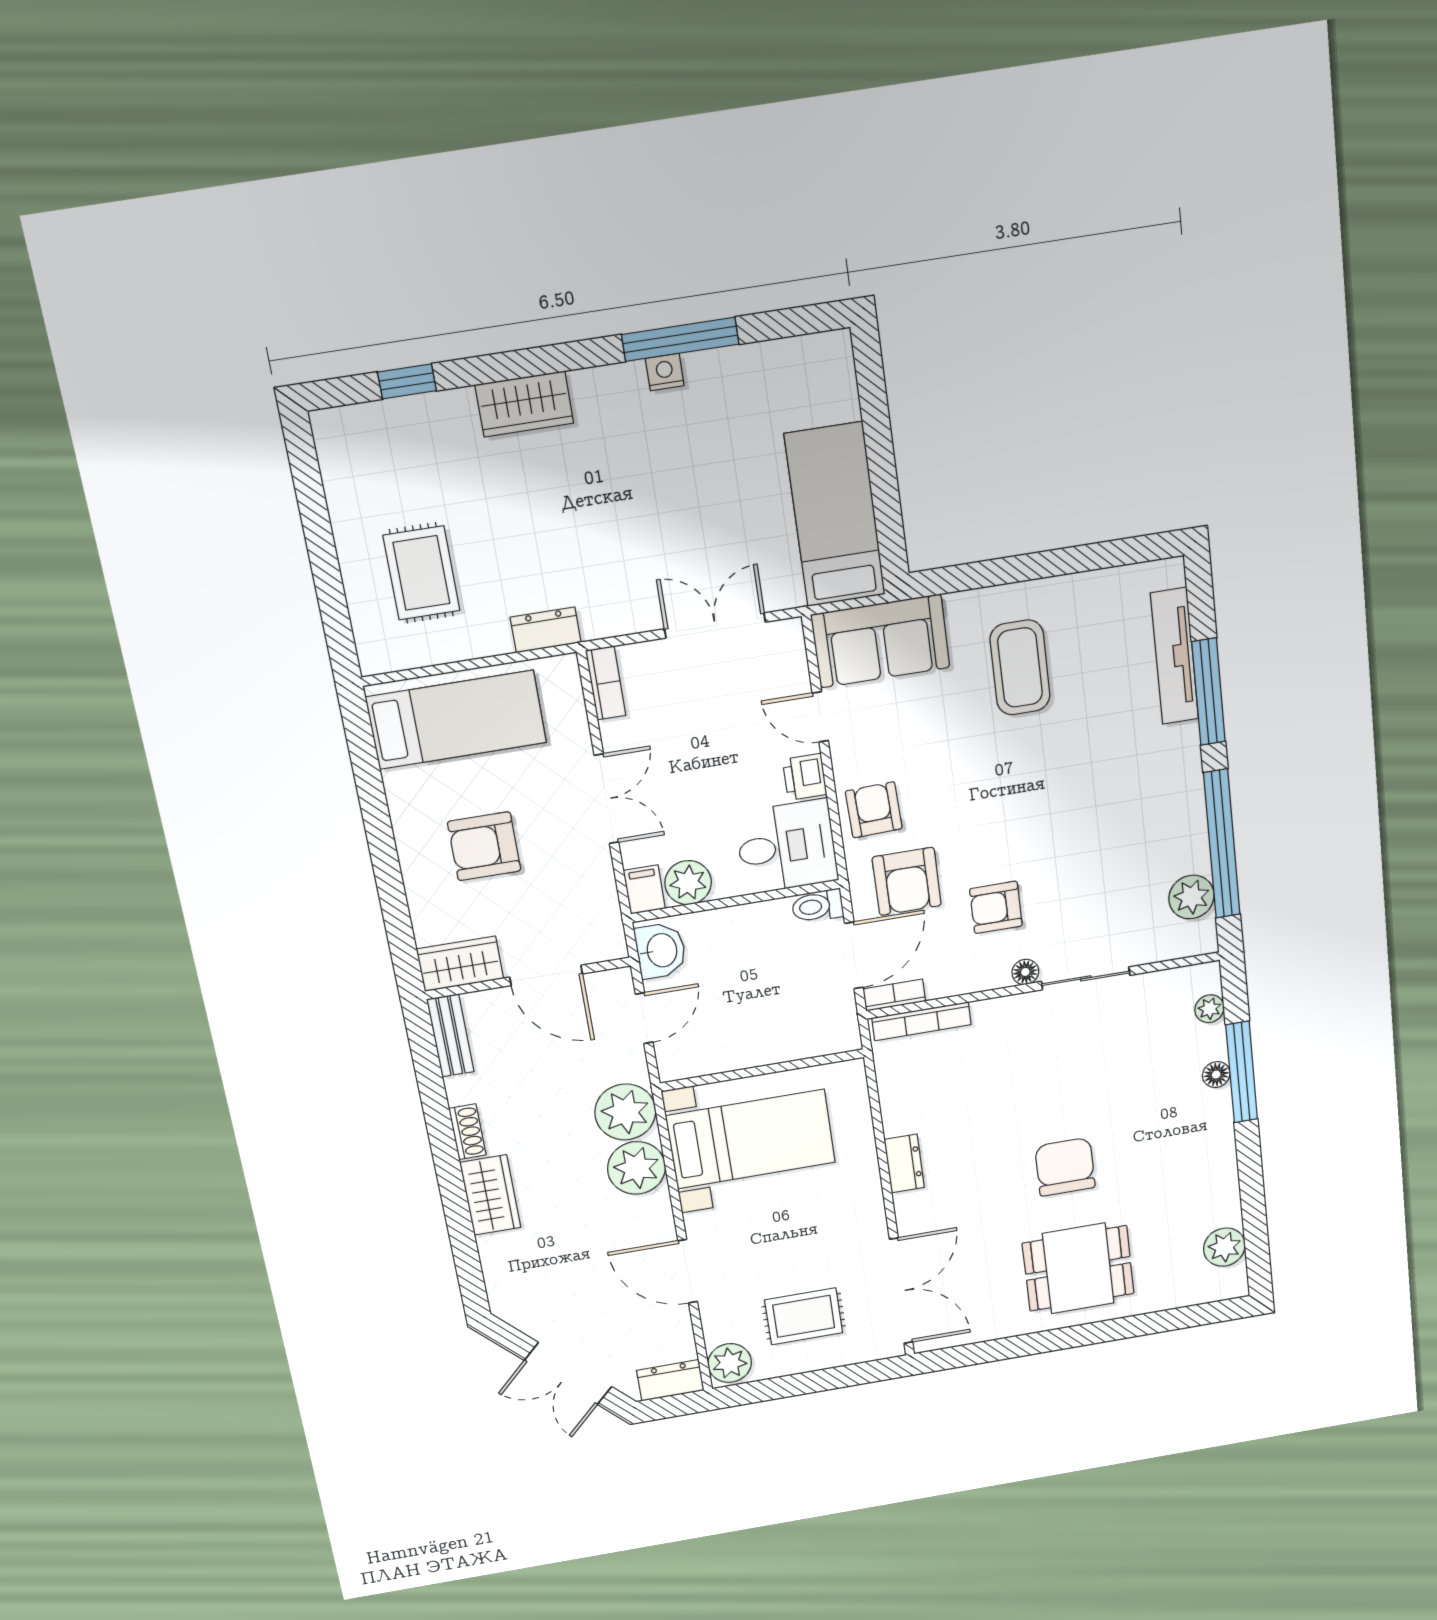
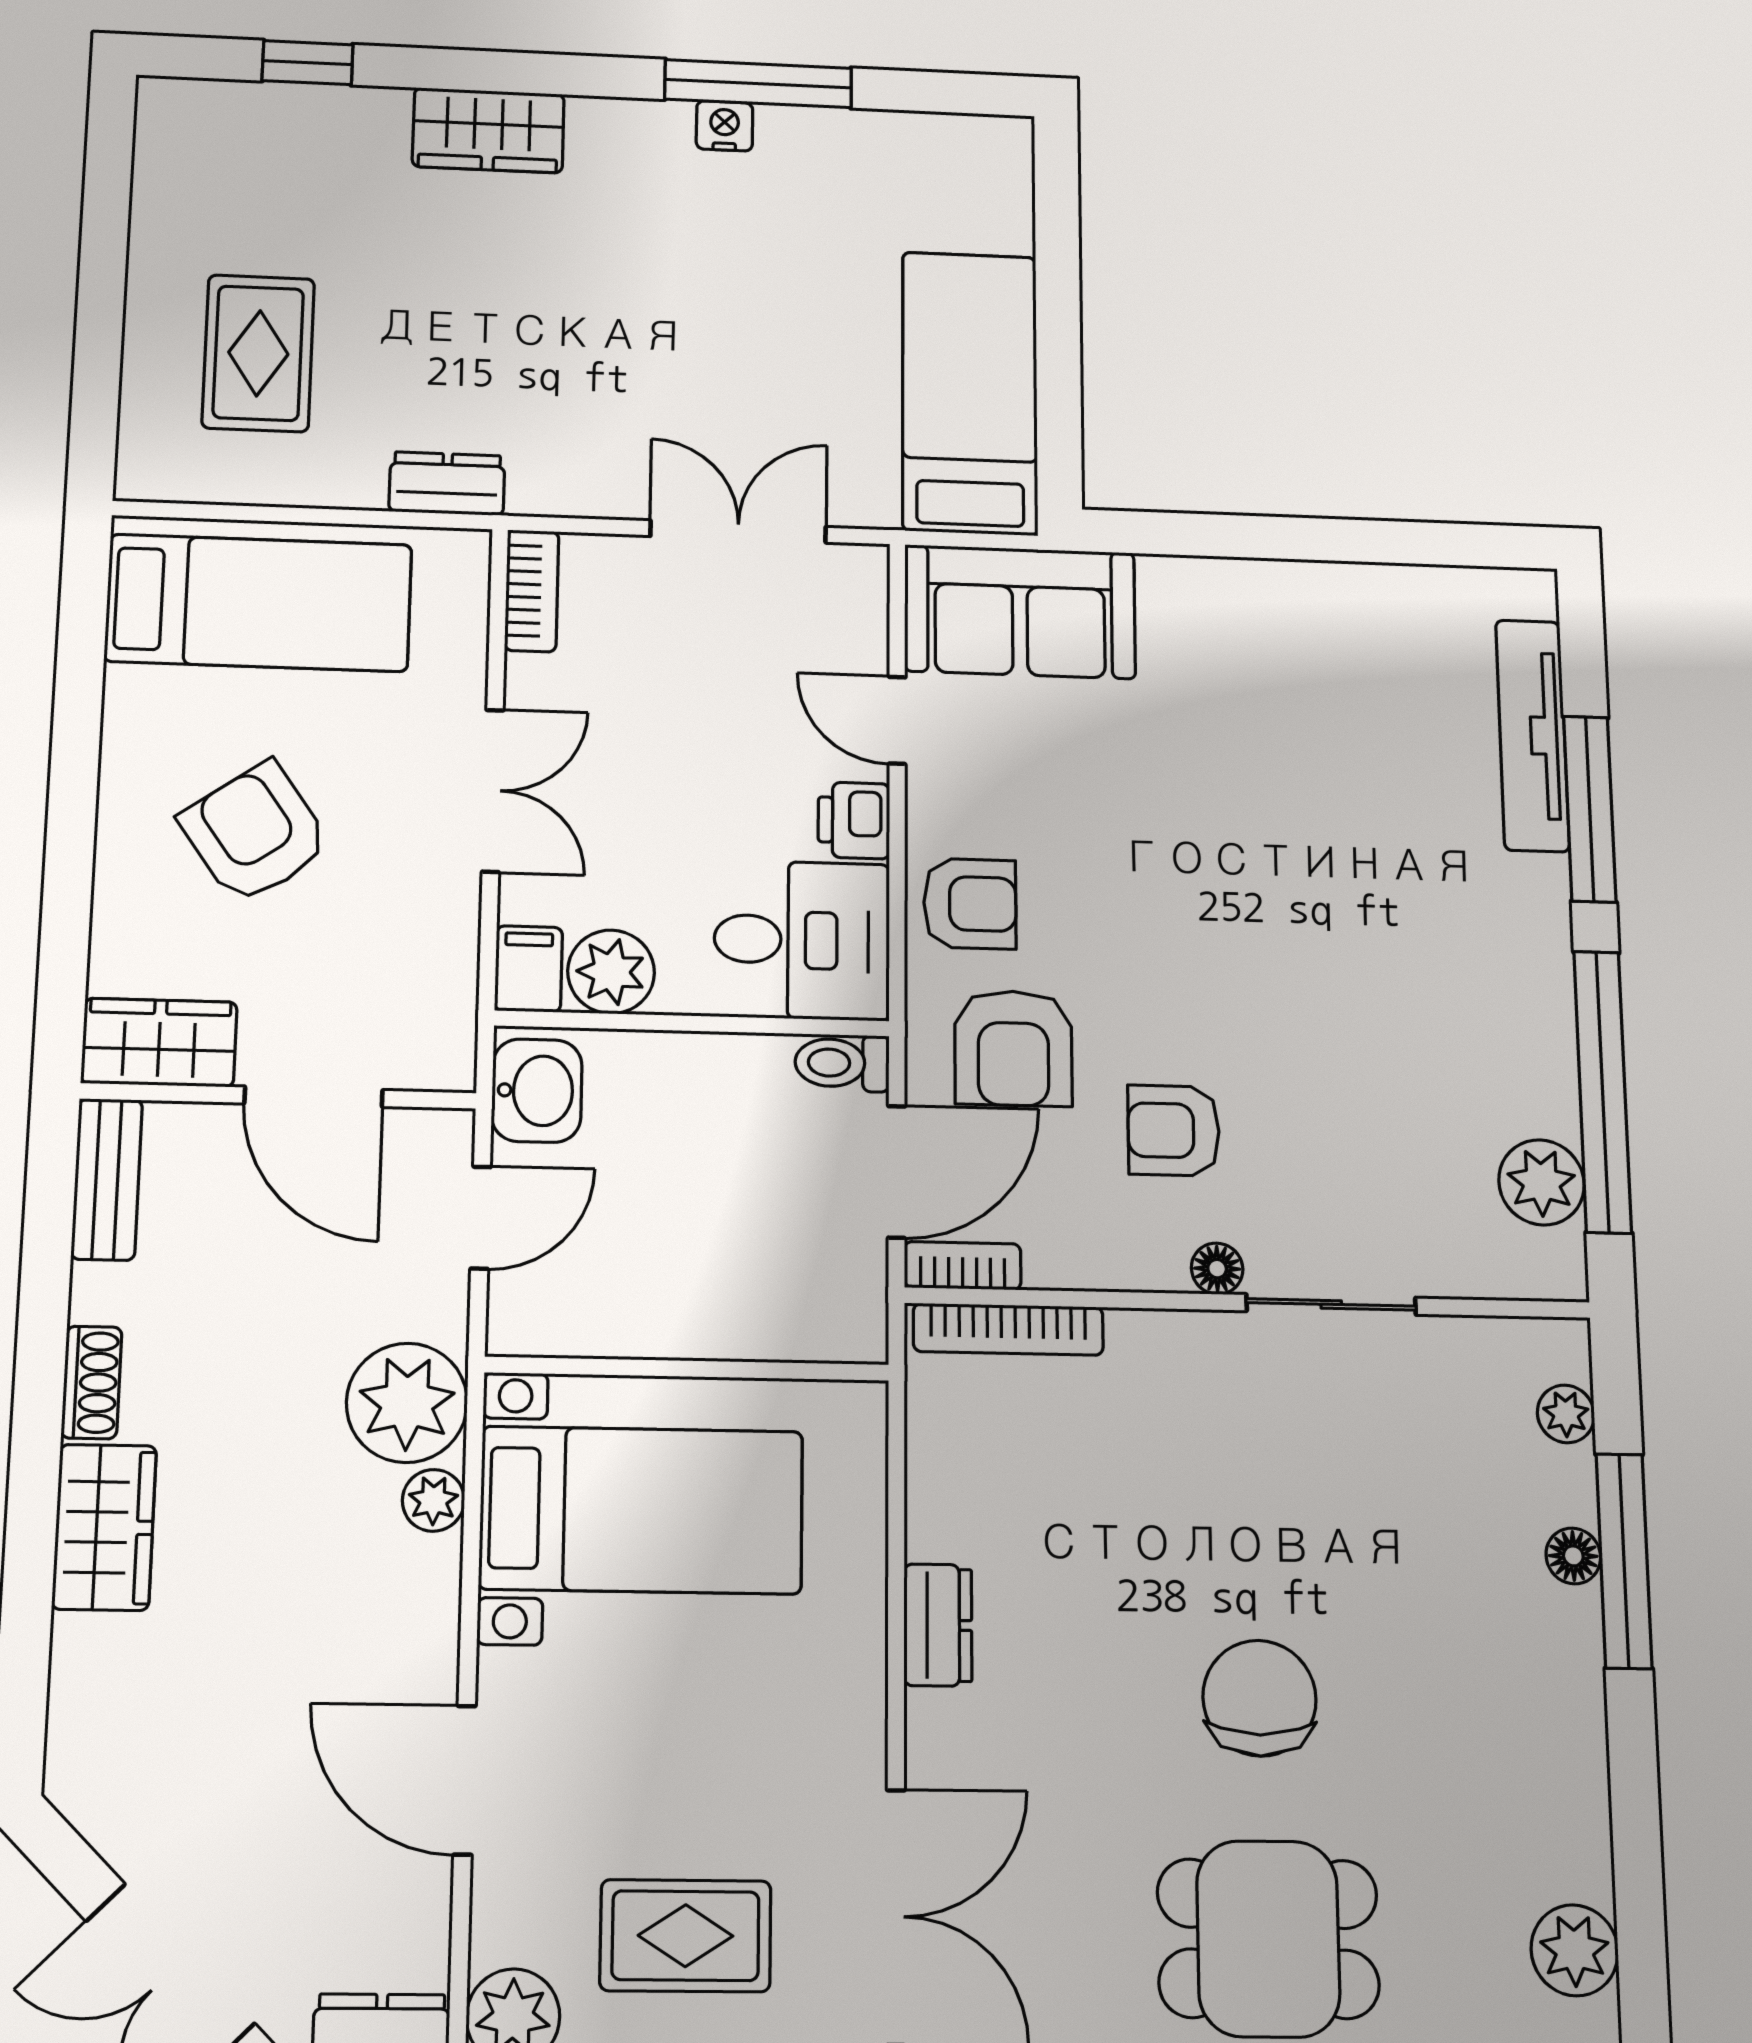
coffee table: (1020, 667) -> (1259, 703), removed
armchair: (874, 810) -> (970, 904), turned 92
armchair: (484, 846) -> (255, 833), turned 55
plant: (636, 1168) -> (433, 1500), width x0.53, depth x0.53

